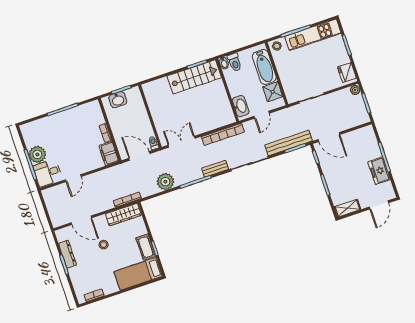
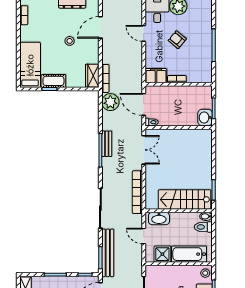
stairs: (194, 77) -> (184, 199), moved, turned 90
washbasin: (118, 100) -> (205, 117), moved
armchair: (69, 145) -> (177, 40), added
door: (139, 156) -> (144, 104), swing flipped
bench: (215, 169) -> (107, 144), moved
plant: (165, 182) -> (110, 102), moved
wardrobe: (123, 215) -> (92, 76), width x0.67

